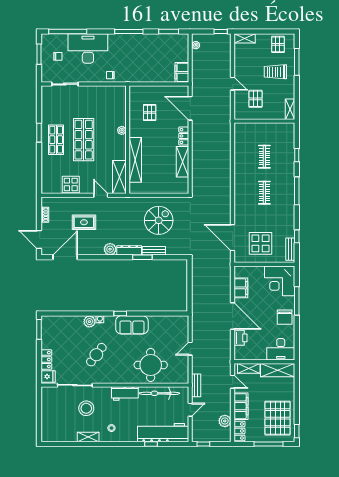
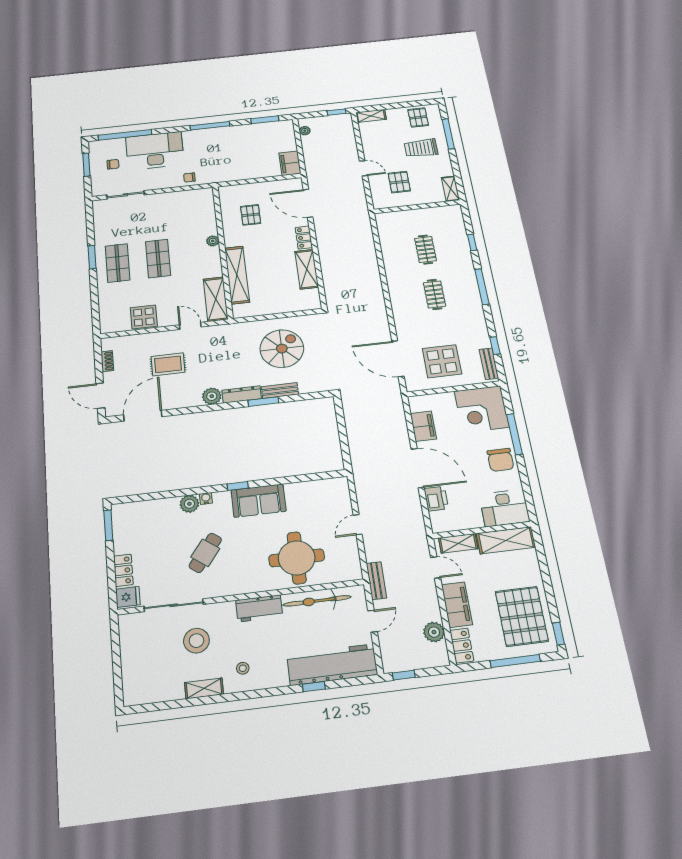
shop shelf: (84, 140) -> (158, 258), width x0.70, depth x0.74

